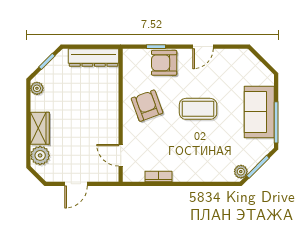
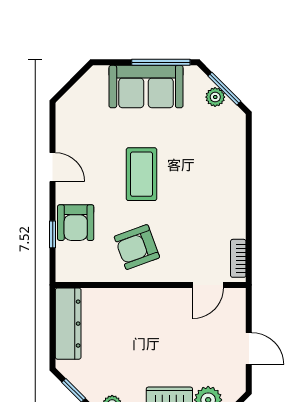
plant: (241, 172) -> (215, 97), moved
bookcase: (158, 177) -> (238, 258), moved

